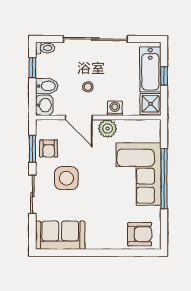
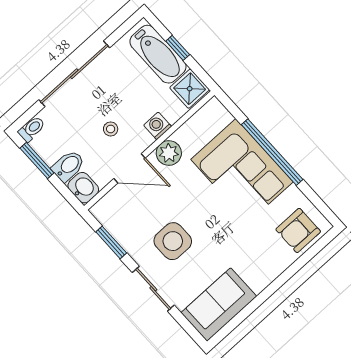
window: (32, 68) -> (37, 160), width x1.50
armchair: (49, 148) -> (128, 227), removed
armchair: (140, 234) -> (298, 230), turned 180

